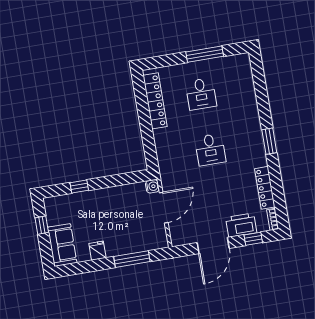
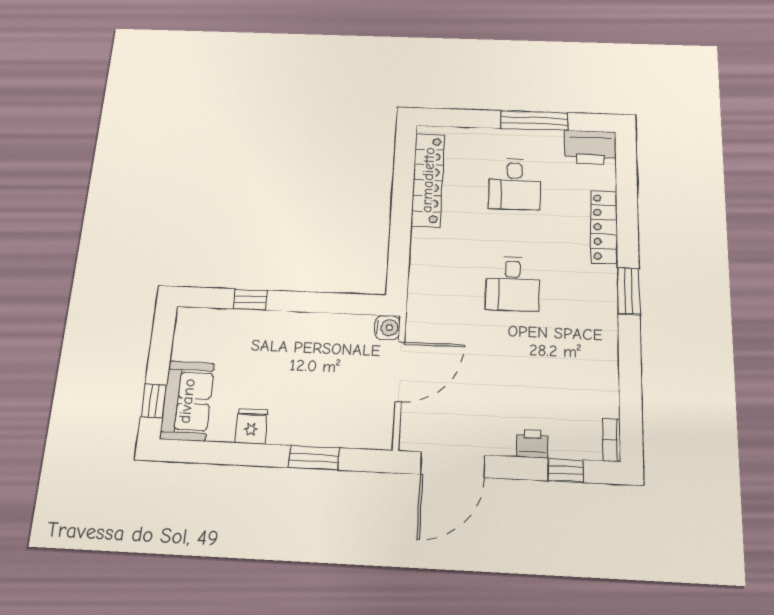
printer: (237, 64) -> (590, 148), added
locker: (265, 188) -> (604, 227), moved
window: (42, 225) -> (154, 401), moved
printer: (241, 225) -> (532, 444), width x0.53, depth x0.68
door: (213, 246) -> (453, 465), moved
window: (132, 259) -> (314, 458), width x0.69

